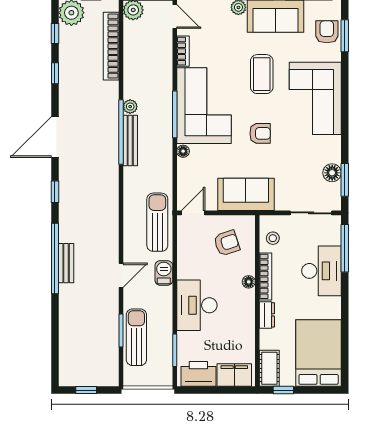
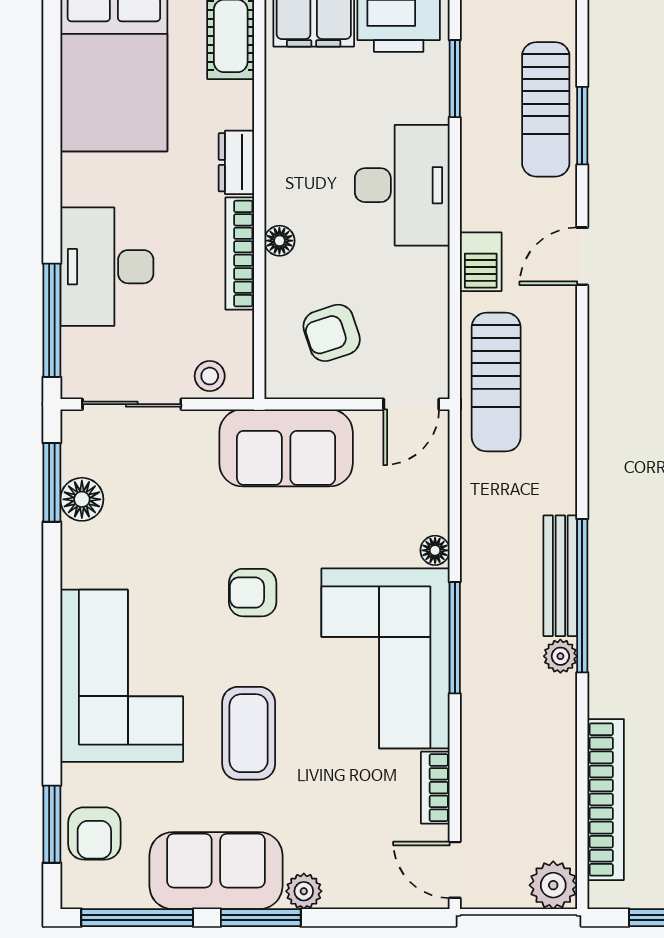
stool: (273, 238) -> (210, 376), moved

